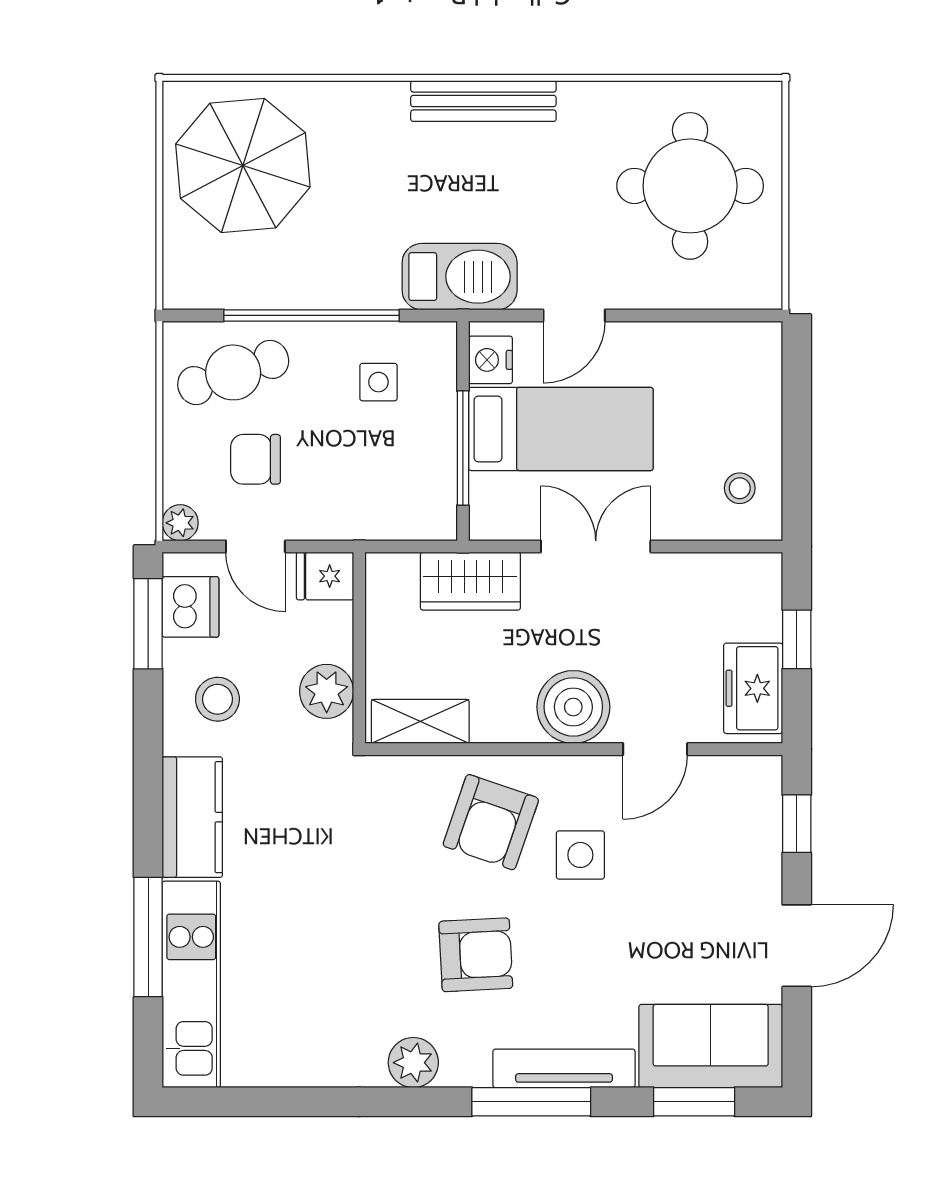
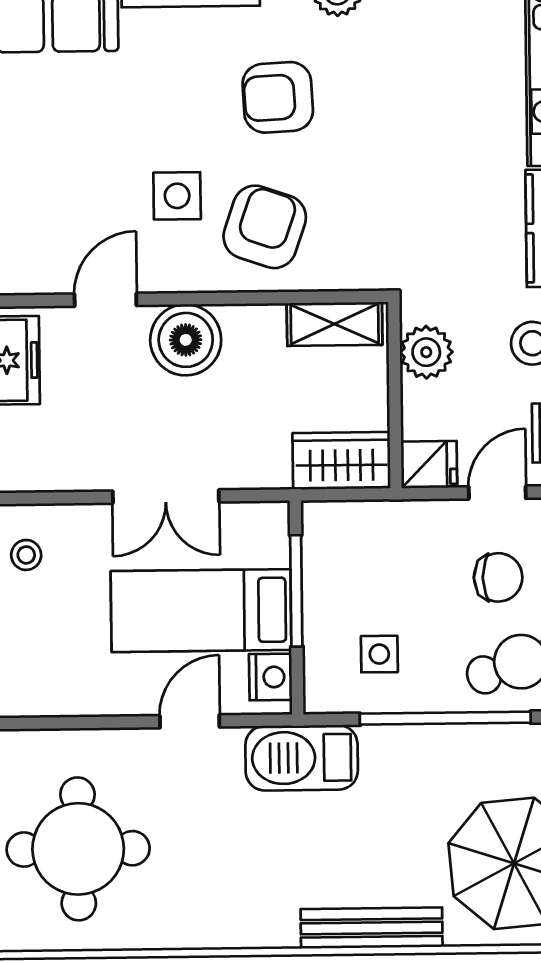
bench: (483, 101) -> (372, 928), moved
door: (255, 546) -> (497, 493), hinge flipped
wardrobe: (470, 581) -> (342, 461), moved

